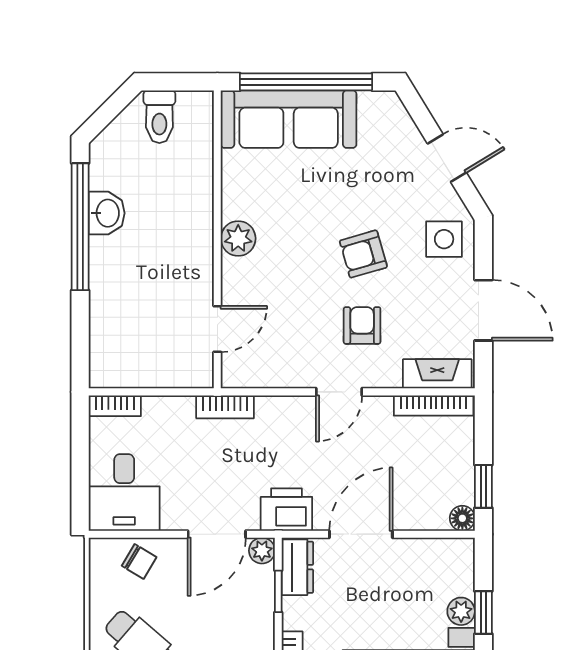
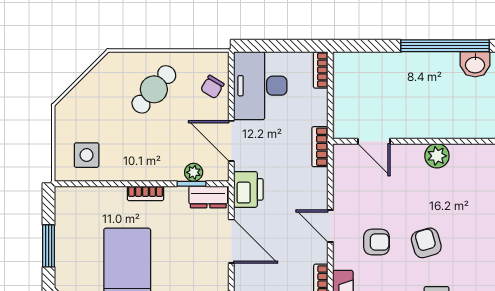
washbasin: (107, 213) -> (475, 64), moved
desk: (124, 492) -> (260, 86), width x1.37
plant: (262, 551) -> (194, 172), moved

